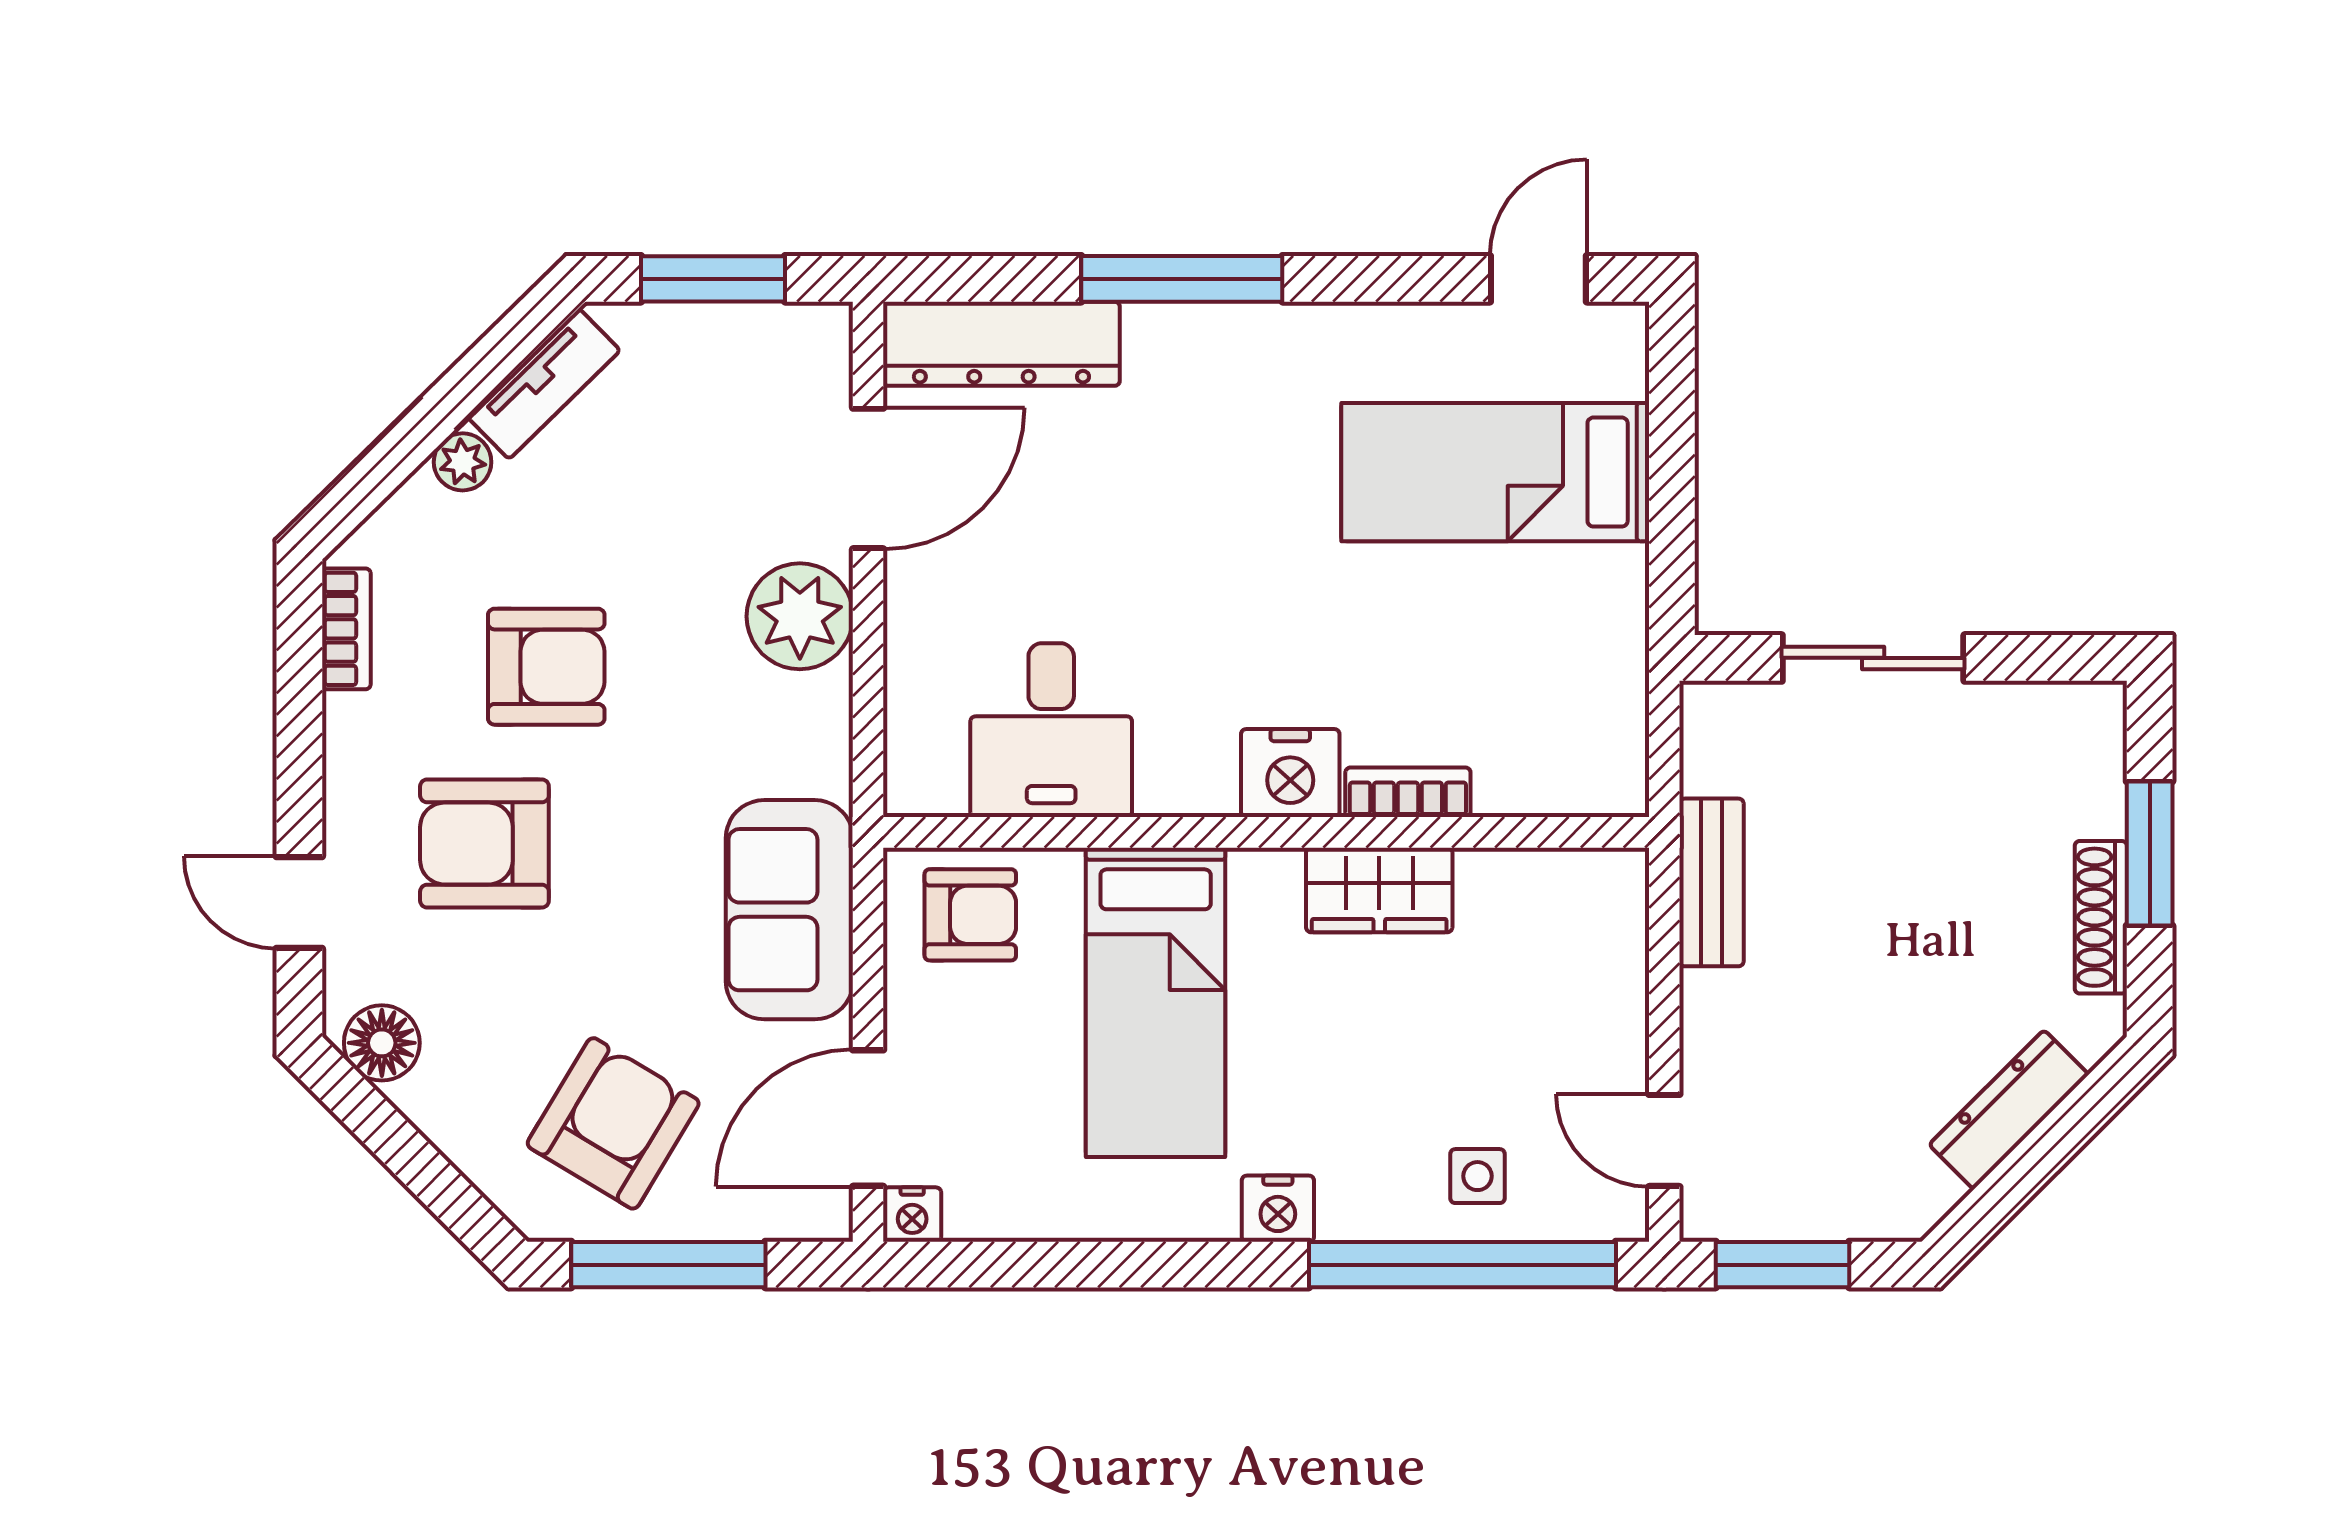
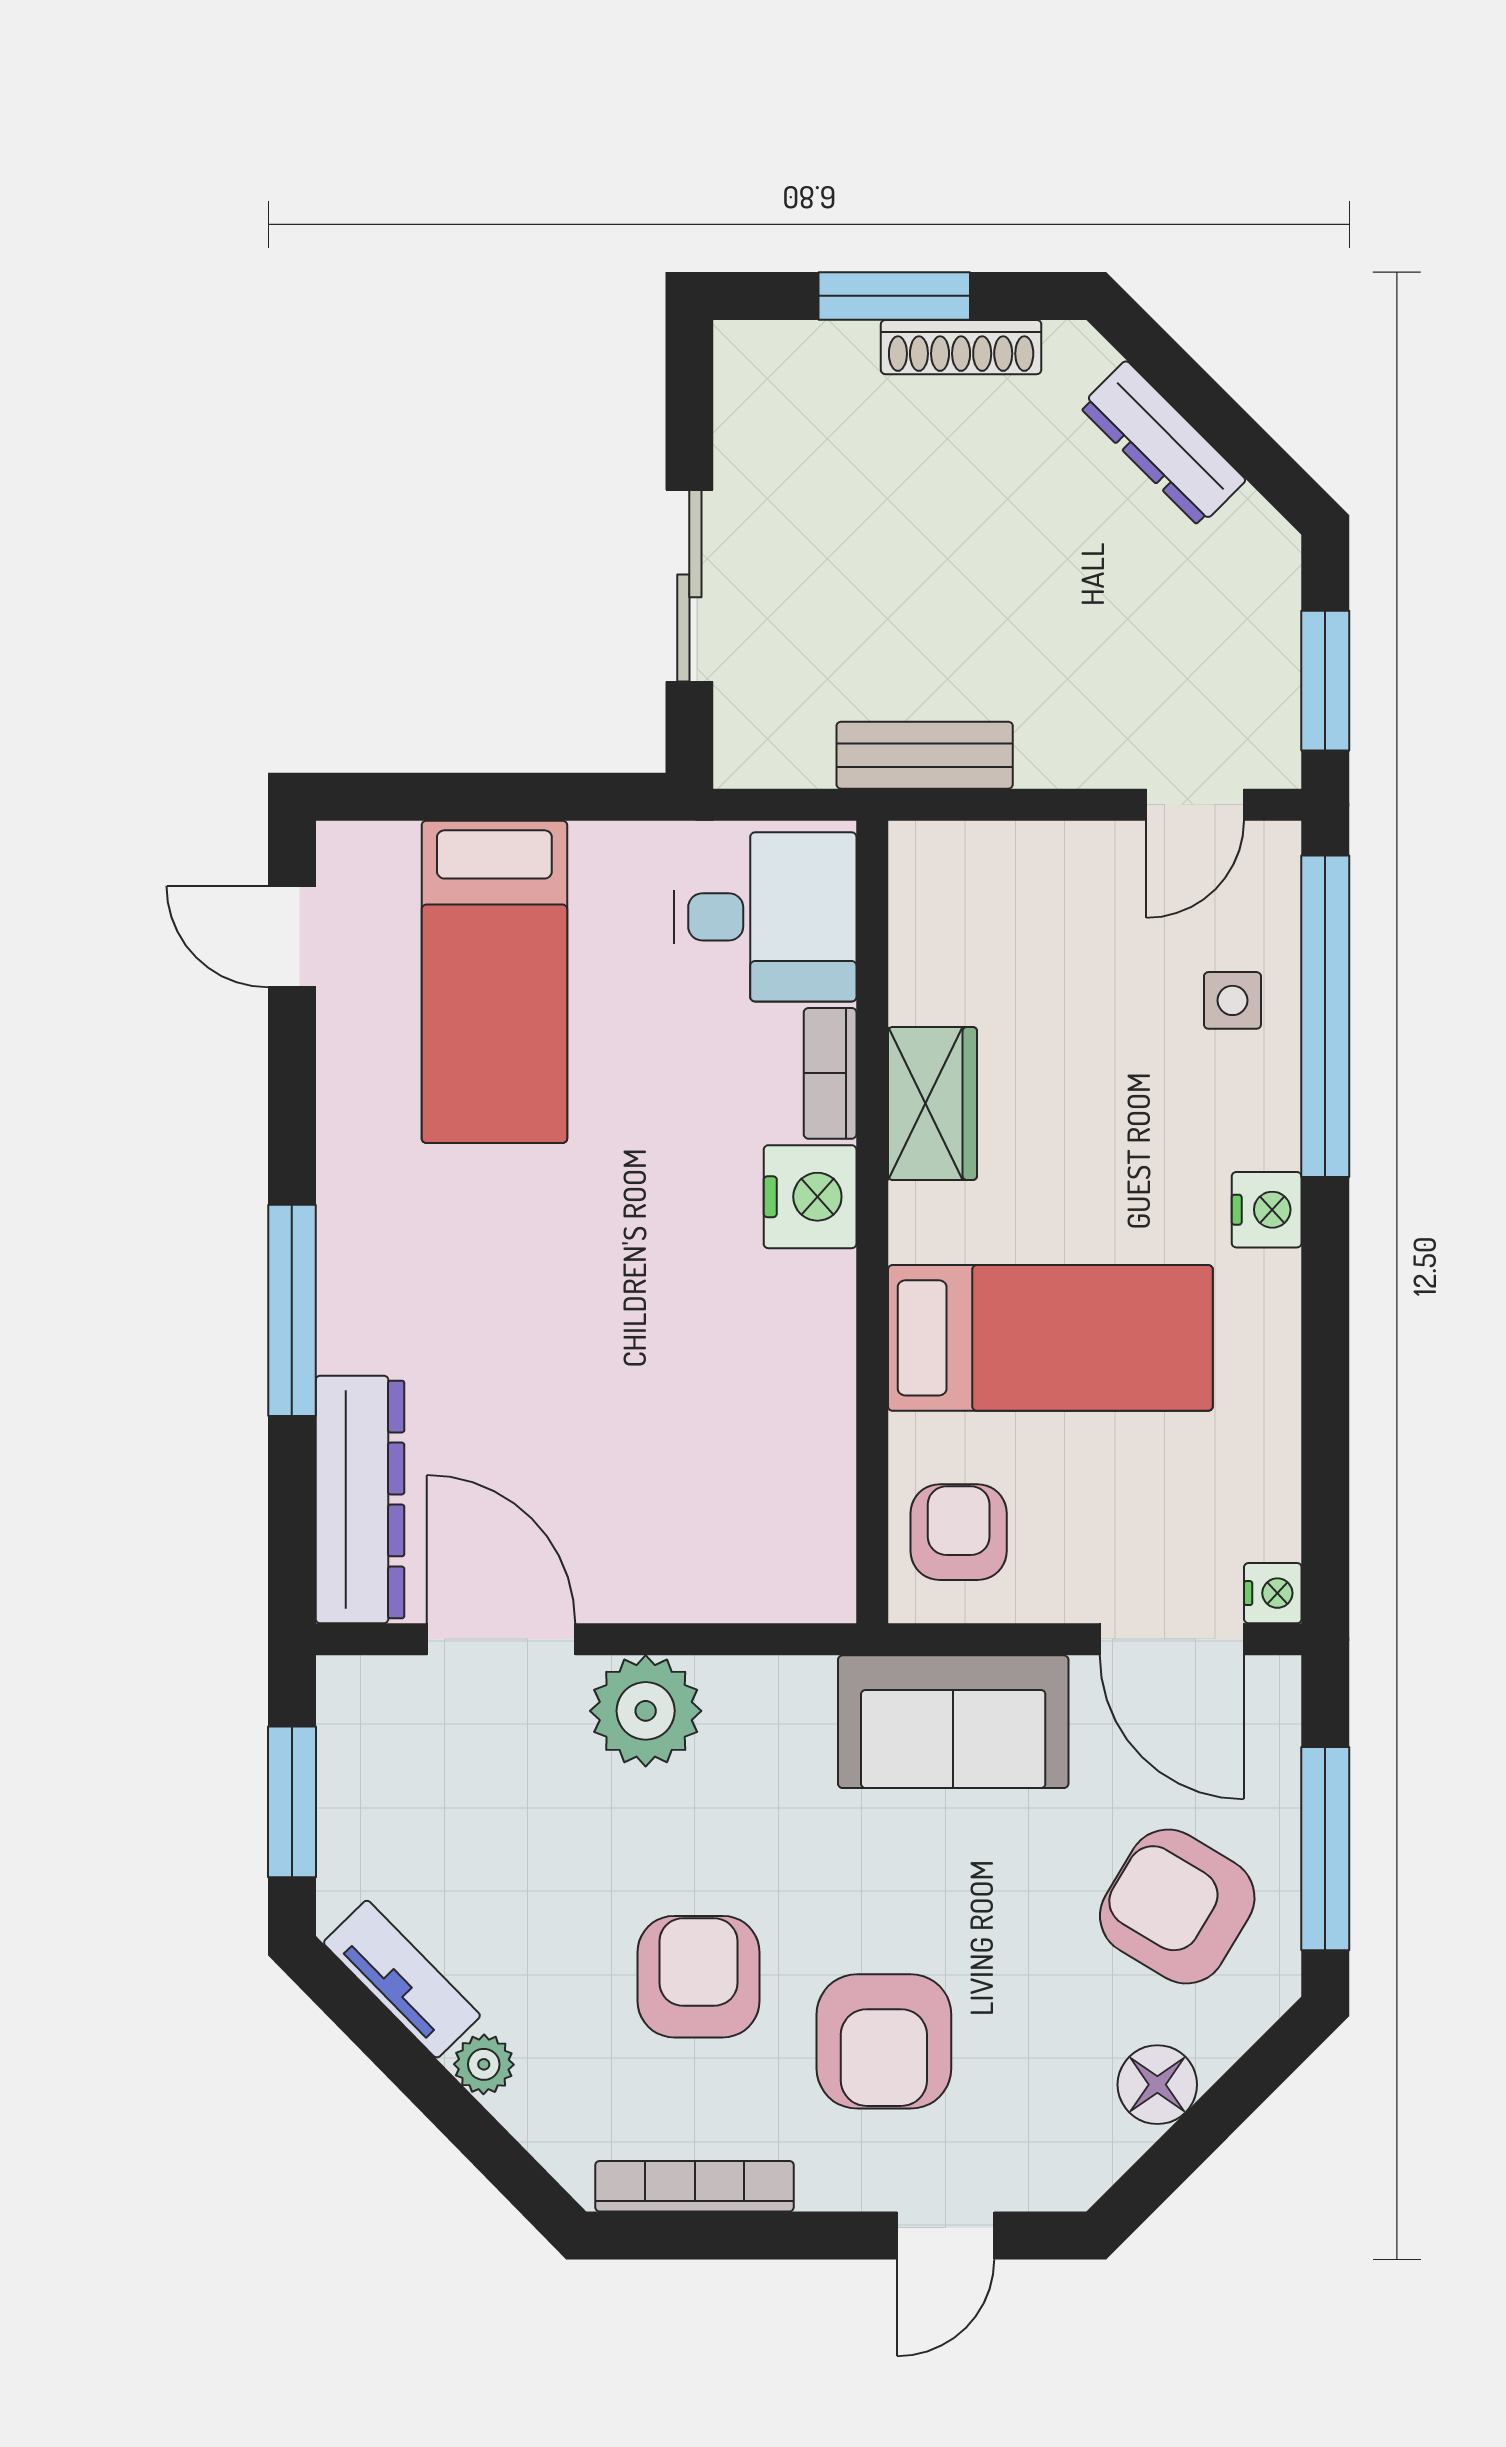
bookcase: (346, 629) -> (695, 2186), width x1.56
desk: (1051, 730) -> (765, 917), moved
floor lamp: (382, 1043) -> (1157, 2085), moved

